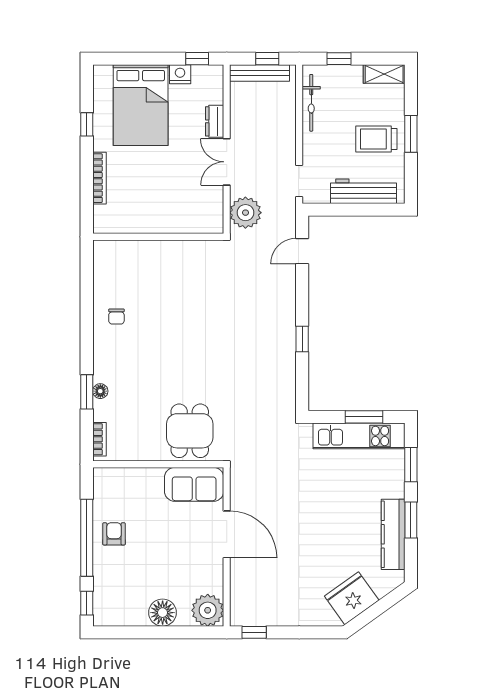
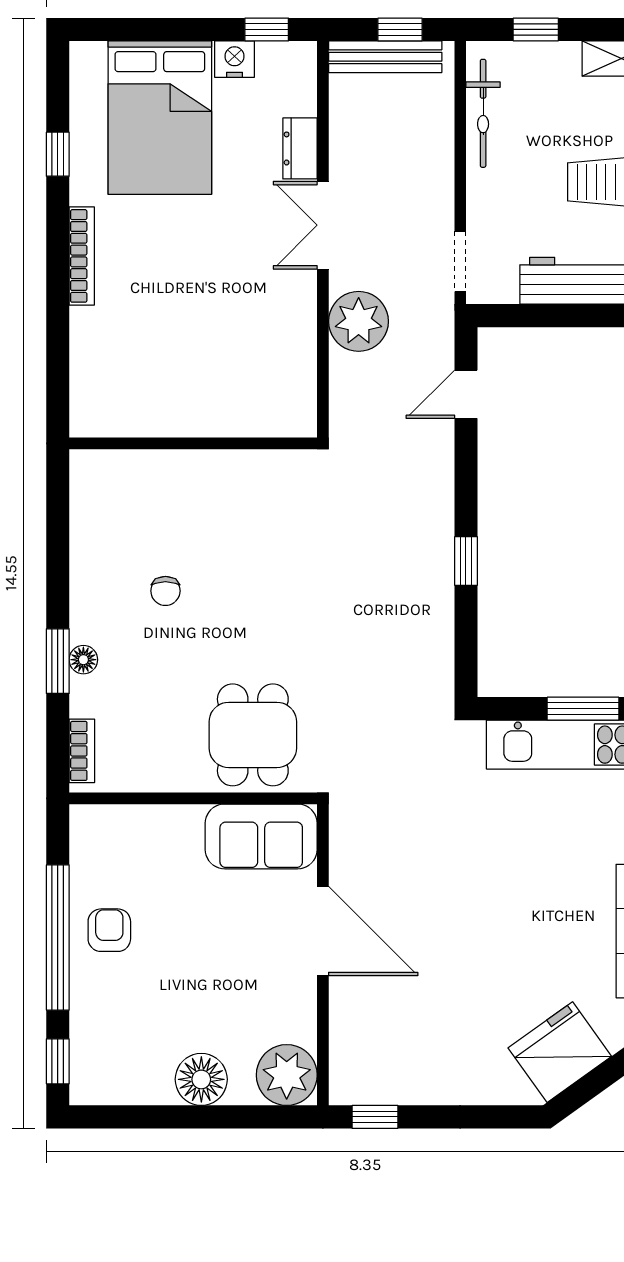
wall: (158, 237) -> (193, 443), moved
chair: (116, 317) -> (165, 591), moved

